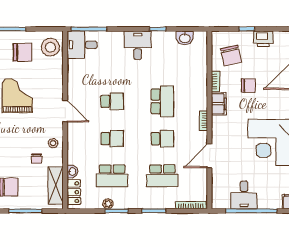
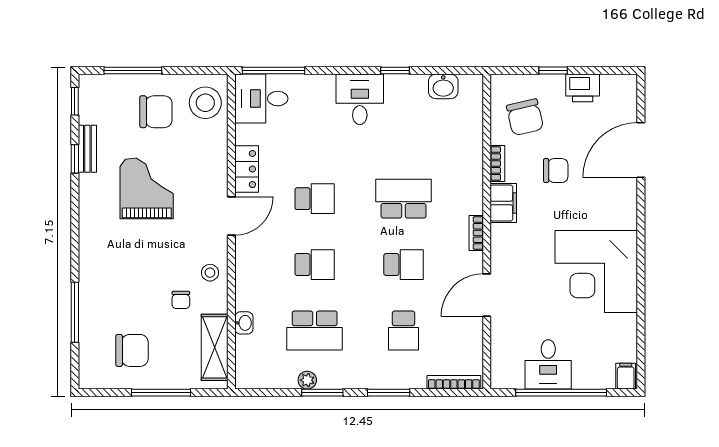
school desk: (162, 101) -> (404, 199), turned -90
door: (65, 111) -> (231, 216), hinge flipped
school desk: (162, 176) -> (404, 330), width x0.54
locker: (74, 192) -> (247, 169), moved

